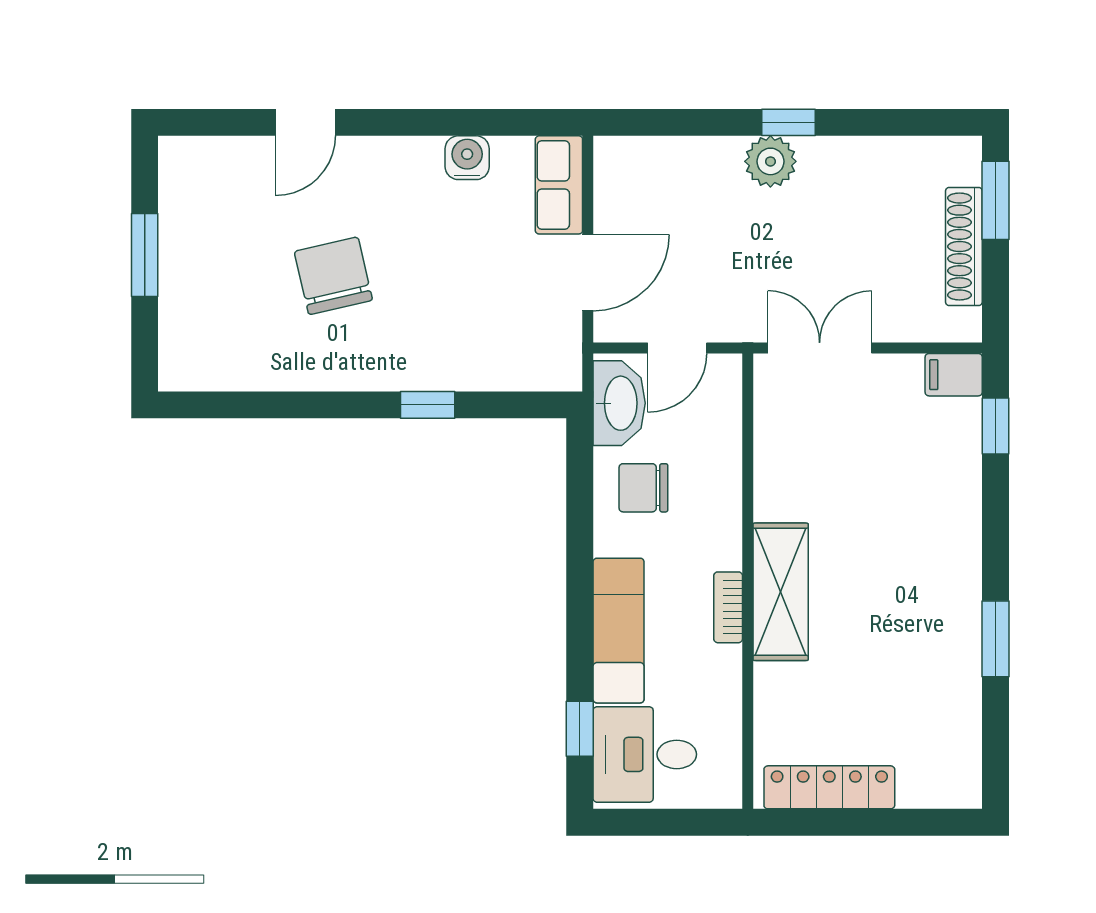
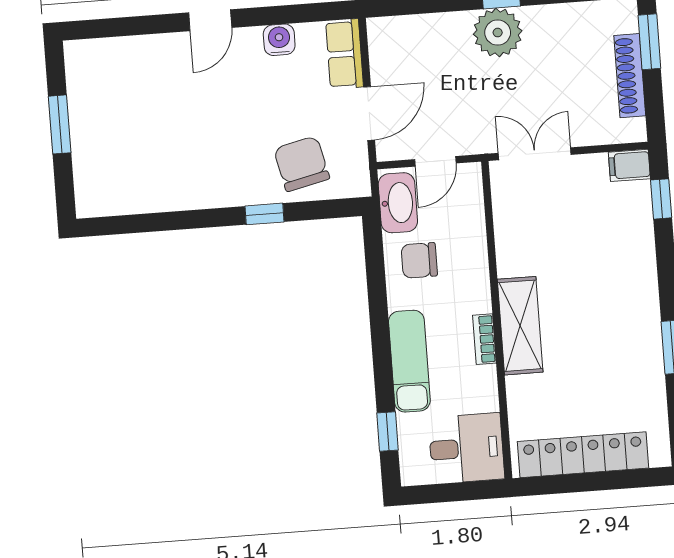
door: (305, 122) -> (210, 20), moved
plant: (770, 161) -> (498, 33), width x1.36, depth x1.36
chair: (333, 276) -> (302, 164), moved
desk: (645, 754) -> (466, 448), moved, turned 180
locker: (829, 787) -> (583, 455), width x1.41, depth x1.21

